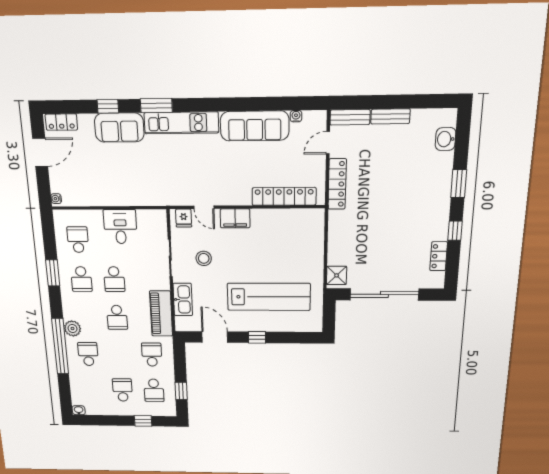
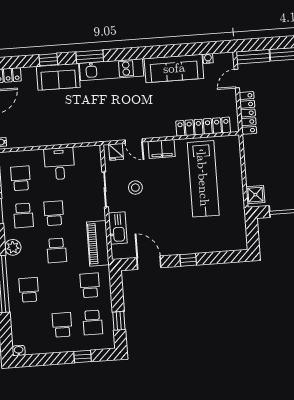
school desk: (114, 279) -> (54, 213), turned 180
lab bench: (269, 297) -> (203, 179), moved, turned 90
plant: (73, 328) -> (13, 247), moved

